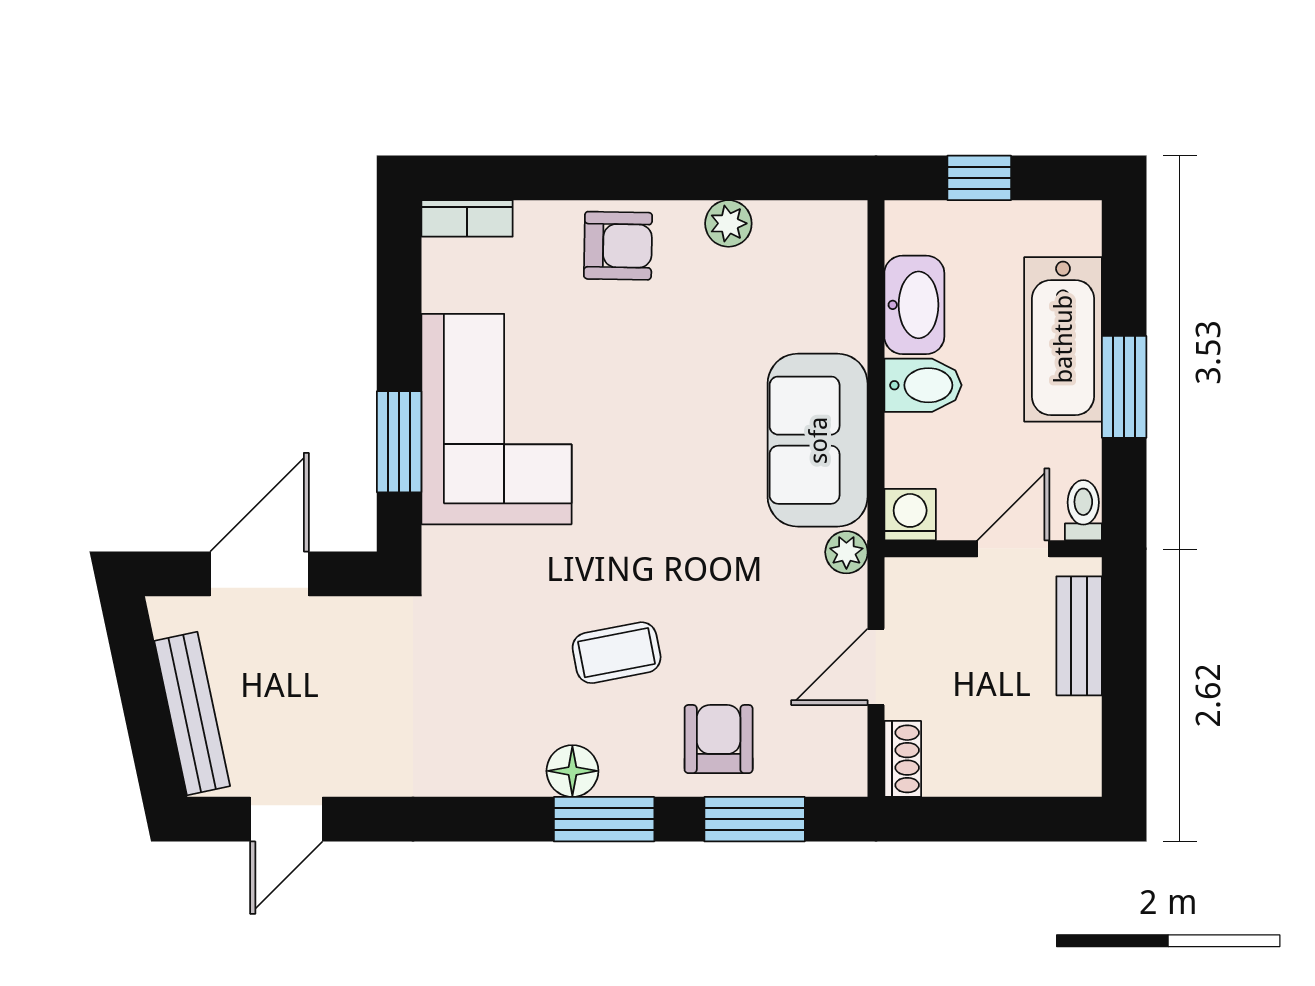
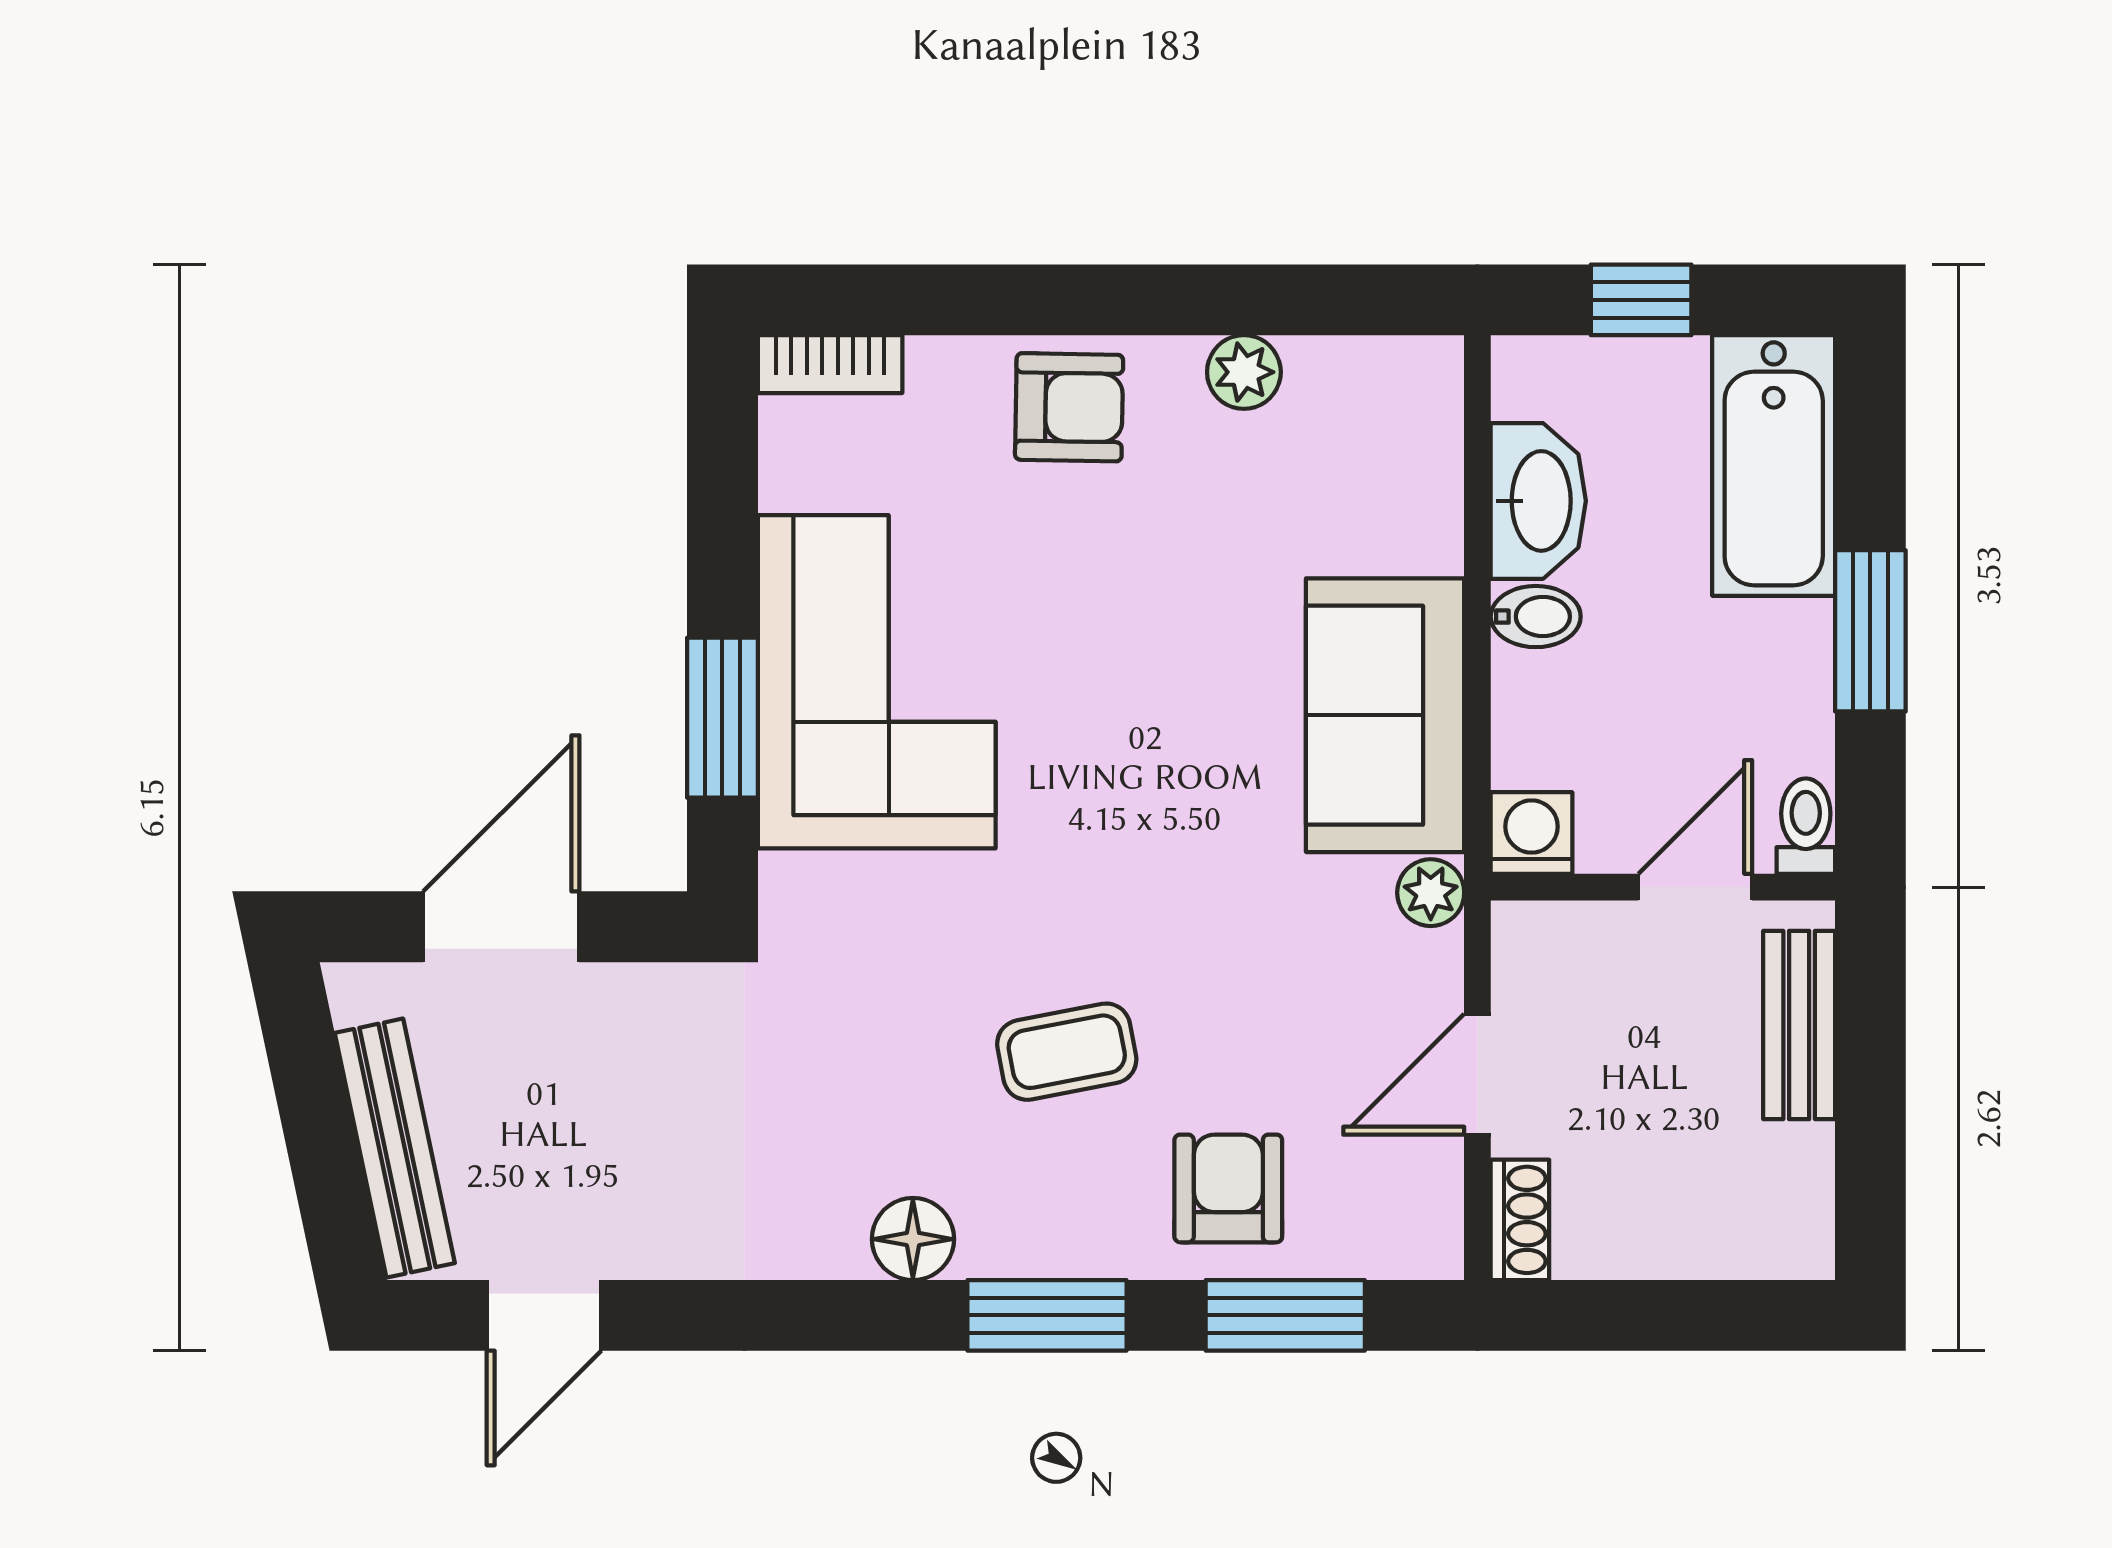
bathtub: (1063, 339) -> (1774, 465), moved
bidet: (923, 385) -> (1536, 617), width x0.72, depth x0.74
floor lamp: (572, 771) -> (913, 1239), moved

